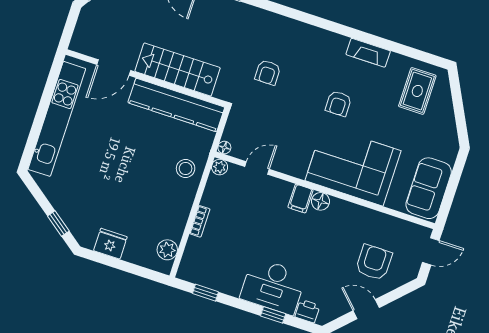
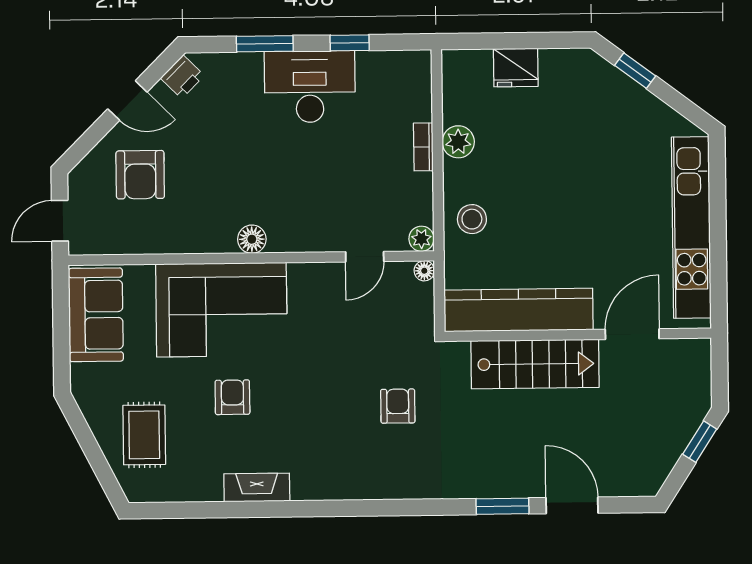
rug: (417, 91) -> (144, 435), moved
armchair: (338, 103) -> (232, 397), moved
filing cabinet: (301, 199) -> (283, 233), removed
fridge: (110, 244) -> (516, 68), moved
plant: (167, 250) -> (458, 142), moved
desk: (273, 286) -> (310, 87), moved
window: (205, 293) -> (350, 43), moved
printer: (307, 311) -> (182, 77), moved, turned -45
window: (273, 315) -> (265, 44), width x1.50

